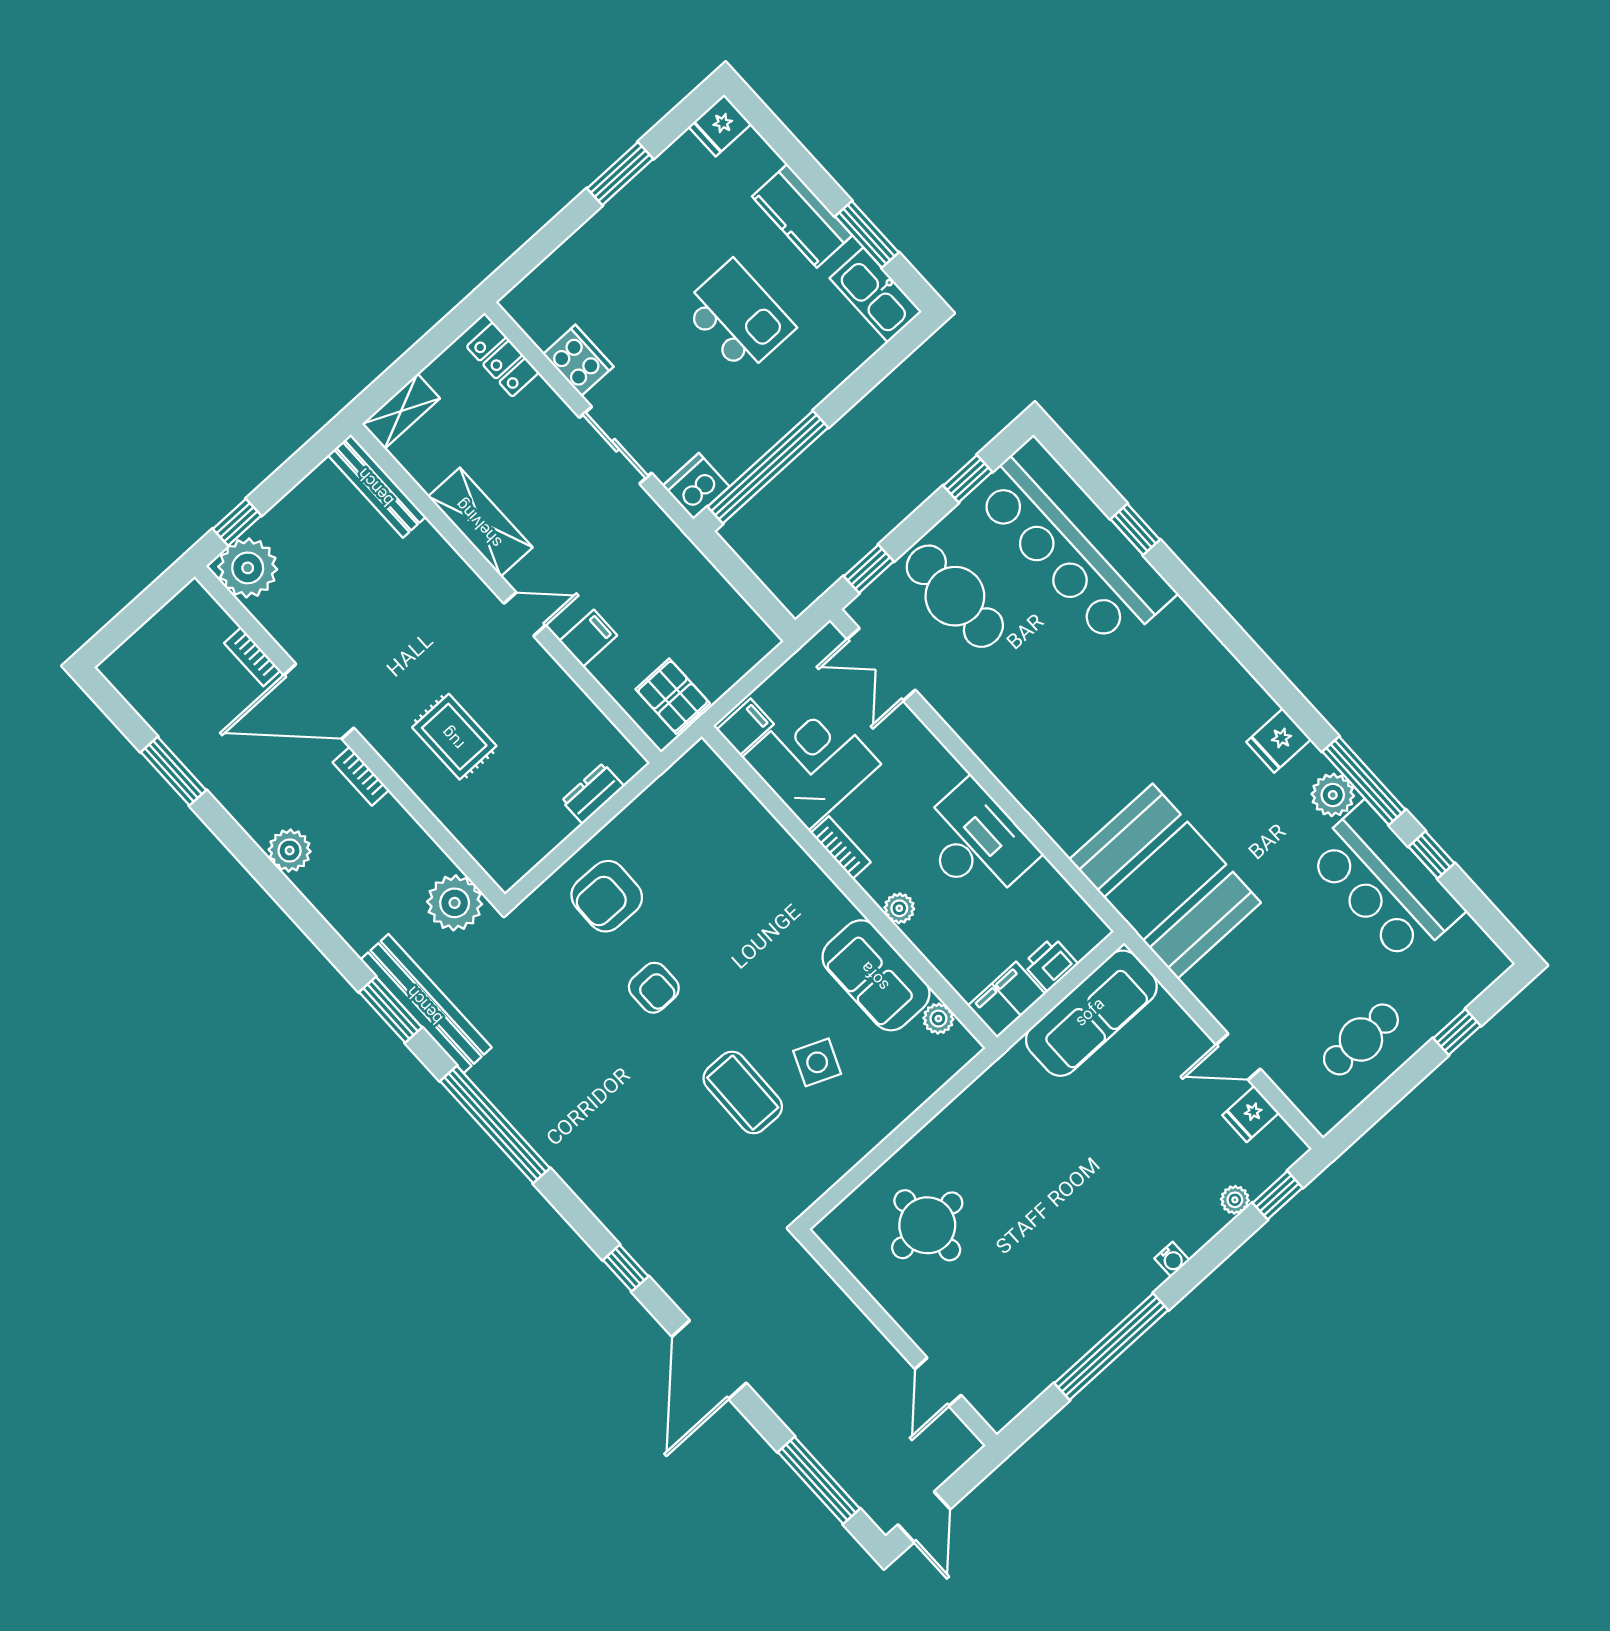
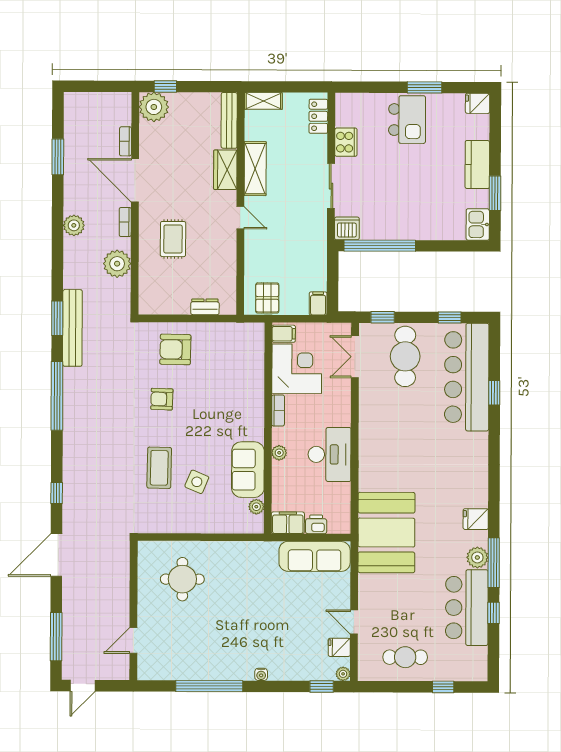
kitchen sink: (876, 295) -> (478, 224), width x0.73
kitchen island: (738, 317) -> (407, 120), moved
wardrobe: (438, 564) -> (225, 170), added
filing cabinet: (588, 638) -> (318, 303), moved, turned -90
plant: (455, 903) -> (117, 264), moved
armchair: (654, 988) -> (162, 399), turned 92
plant: (1235, 1200) -> (343, 674), moved

